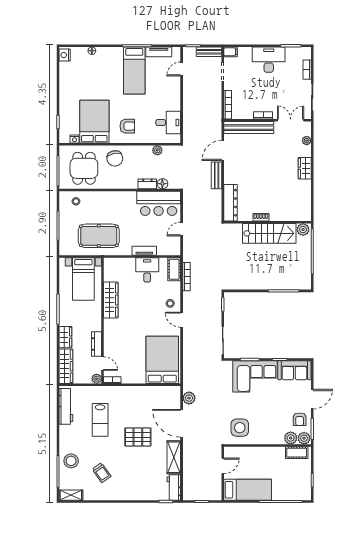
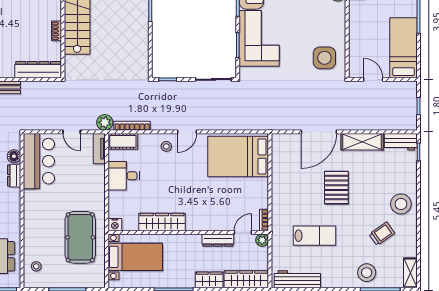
tv unit: (144, 251) -> (99, 149), moved
nightstand: (109, 263) -> (115, 225), added
plant: (189, 398) -> (105, 122), moved
stool: (125, 488) -> (401, 204), added

